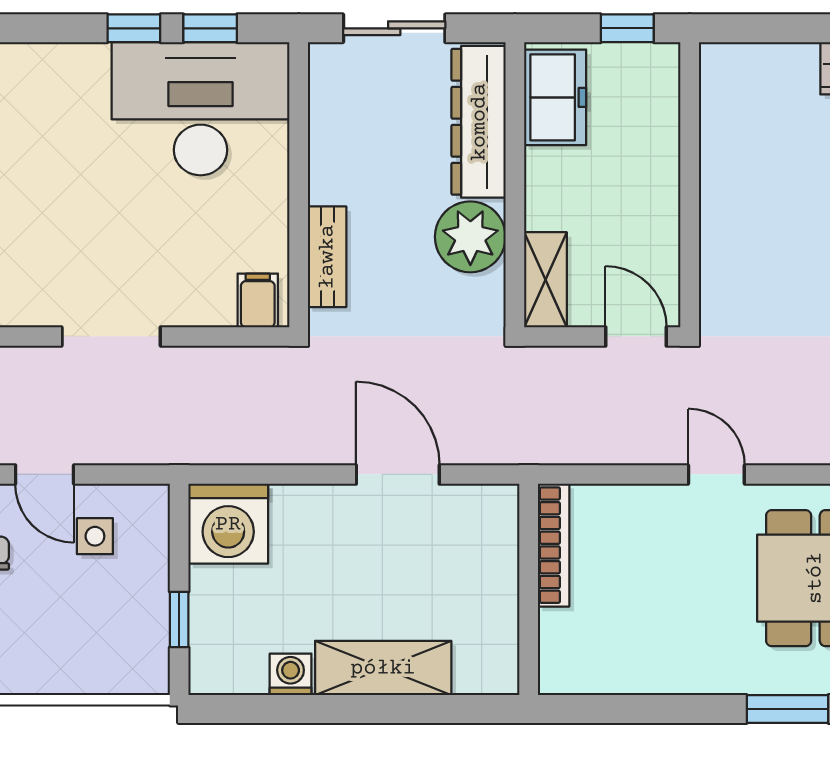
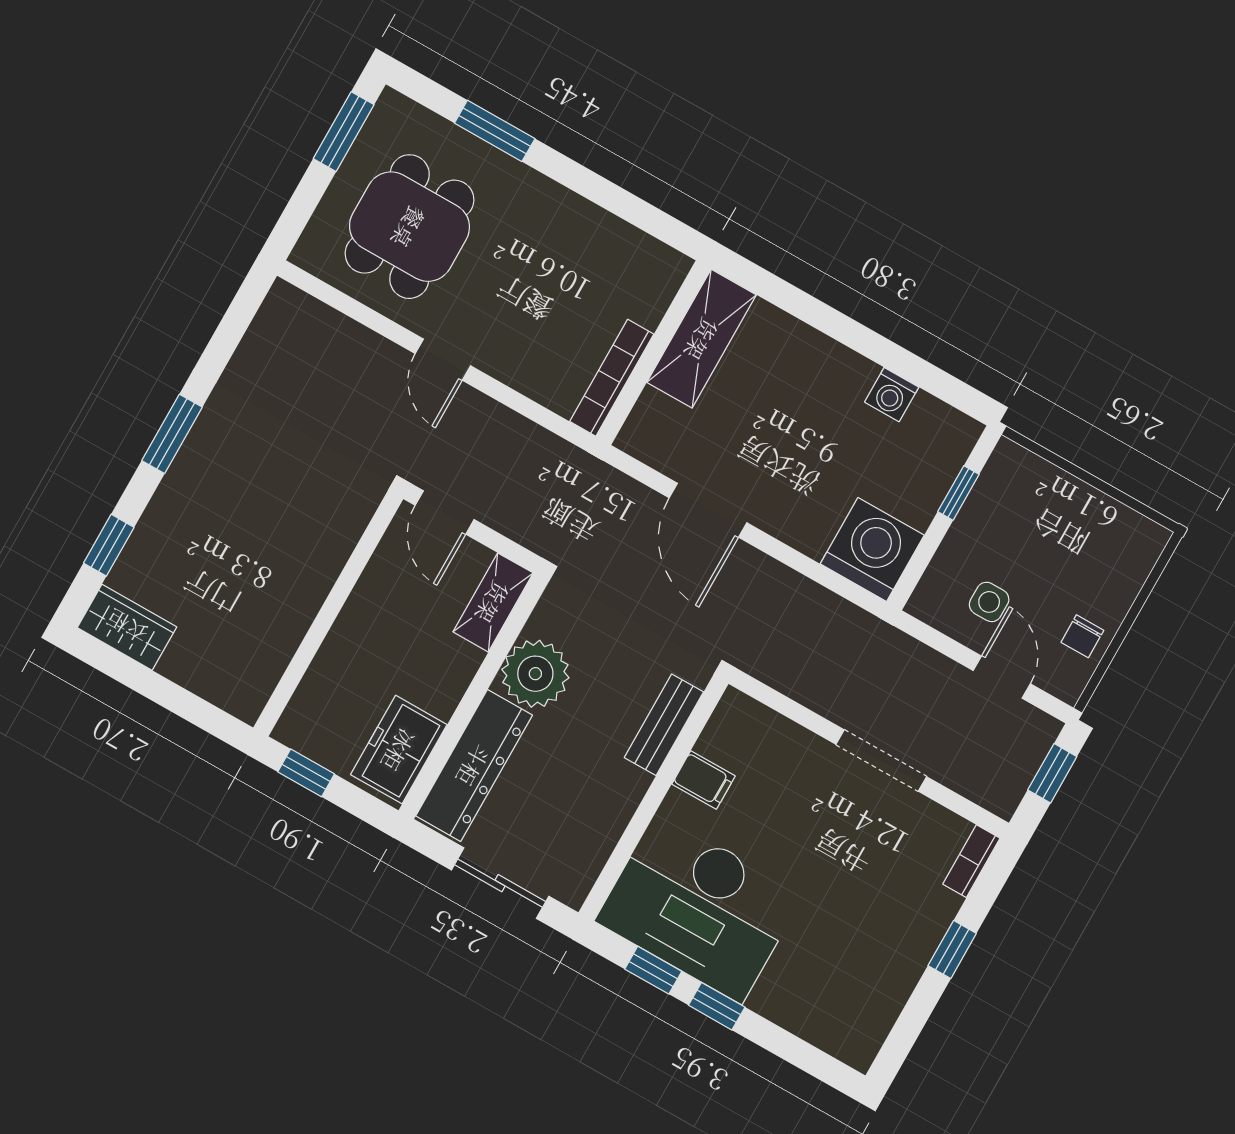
filing cabinet: (258, 300) -> (703, 780), moved, turned -90
shelving: (383, 668) -> (702, 339), moved, turned 90

